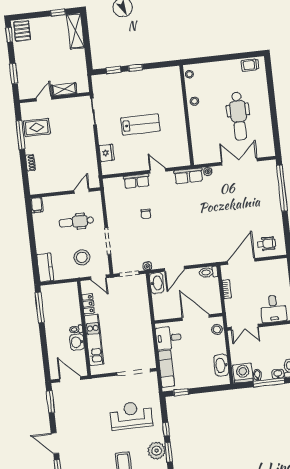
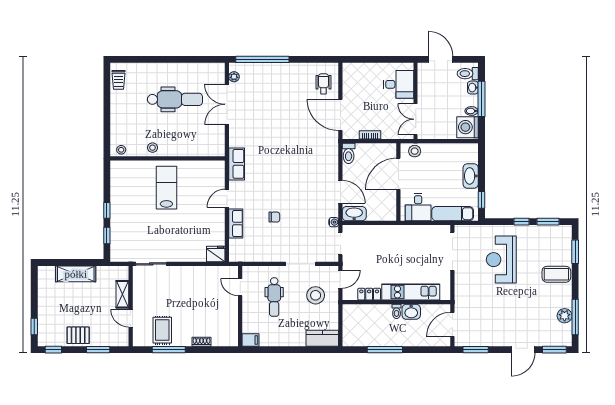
window: (58, 12) -> (34, 327), moved
pallet: (22, 31) -> (78, 335), moved
shelving: (75, 31) -> (76, 274), moved
lab bench: (140, 124) -> (166, 188), moved
fridge: (107, 153) -> (216, 254), moved
plant: (208, 171) -> (234, 77), moved
window: (40, 307) -> (385, 350), moved
double door: (245, 327) -> (416, 119), swing flipped
washbasin: (221, 365) -> (471, 176), moved, turned 90
plant: (157, 451) -> (545, 235), removed

